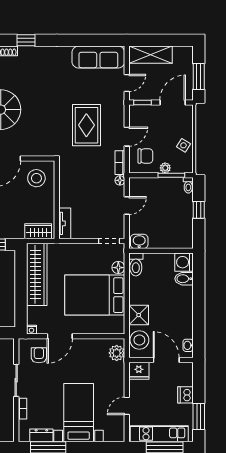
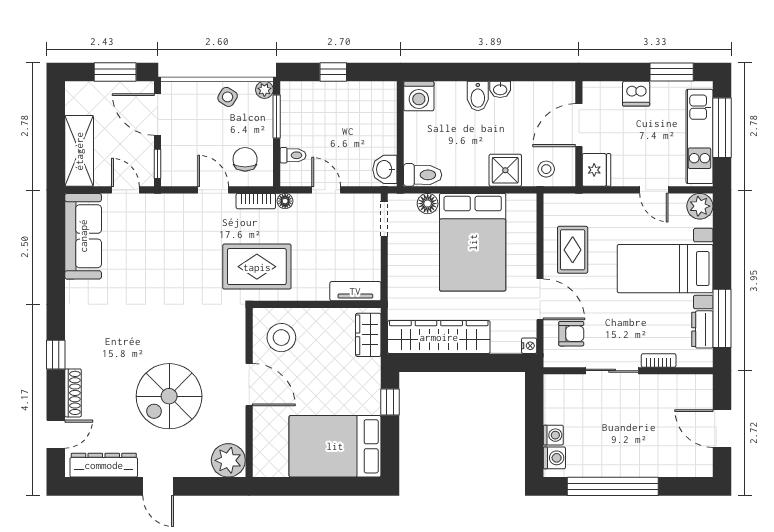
rug: (86, 125) -> (257, 267), moved
plant: (165, 168) -> (264, 90), moved
toilet: (188, 185) -> (293, 155), moved
bidet: (184, 279) -> (478, 96), moved
stool: (139, 340) -> (546, 169), width x0.53, depth x0.53
washbasin: (188, 345) -> (500, 89), moved
plant: (117, 353) -> (700, 206), moved
armchair: (39, 355) -> (571, 334), turned 180
rug: (90, 356) -> (573, 250), added

